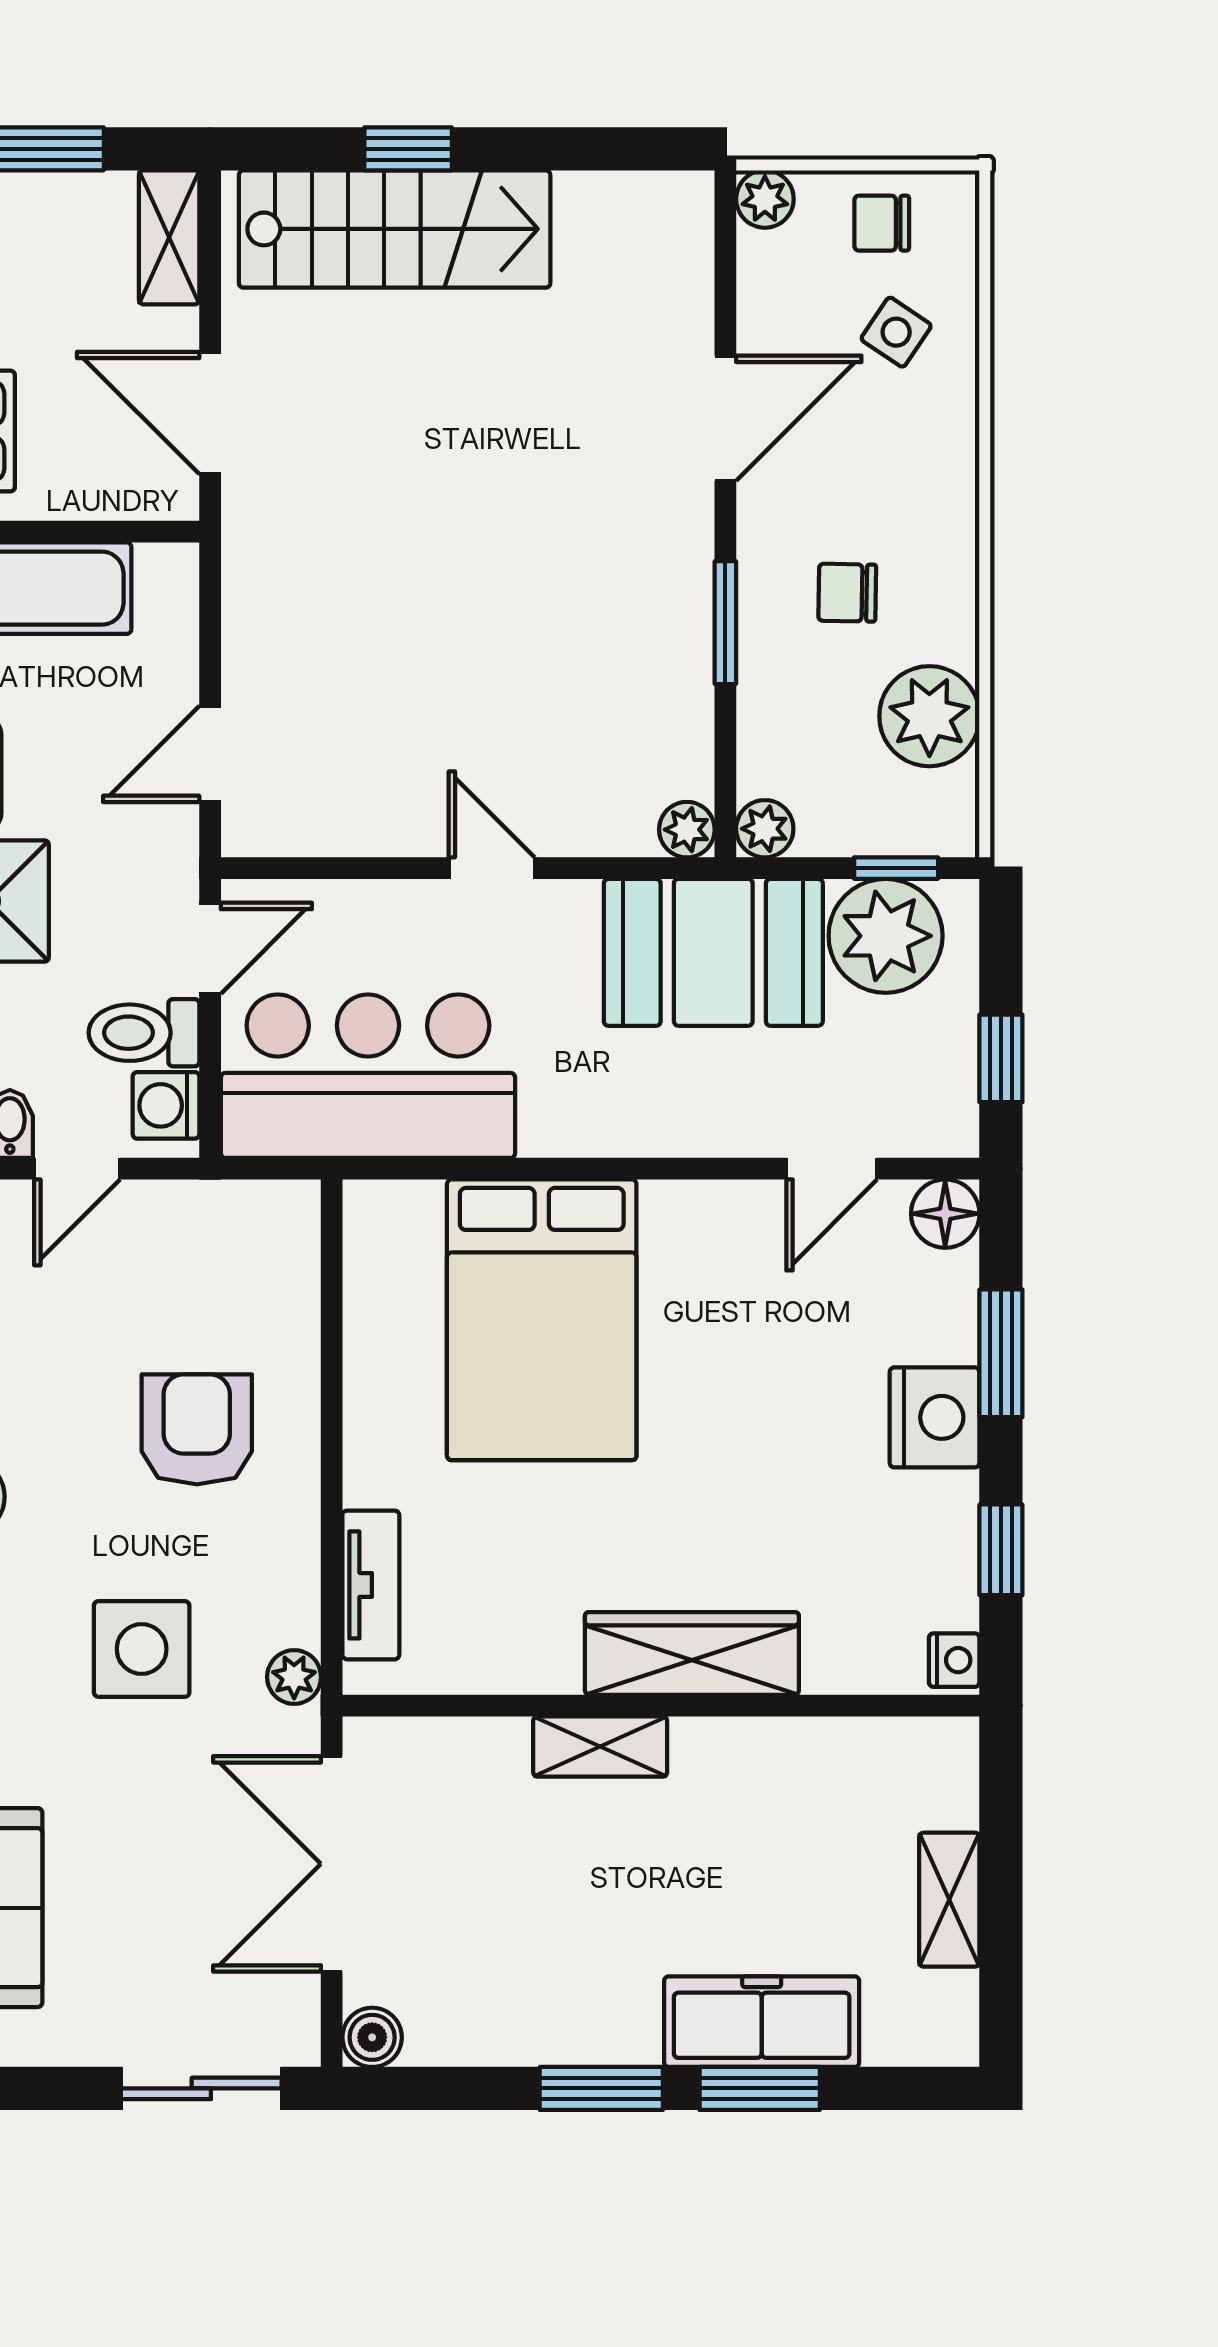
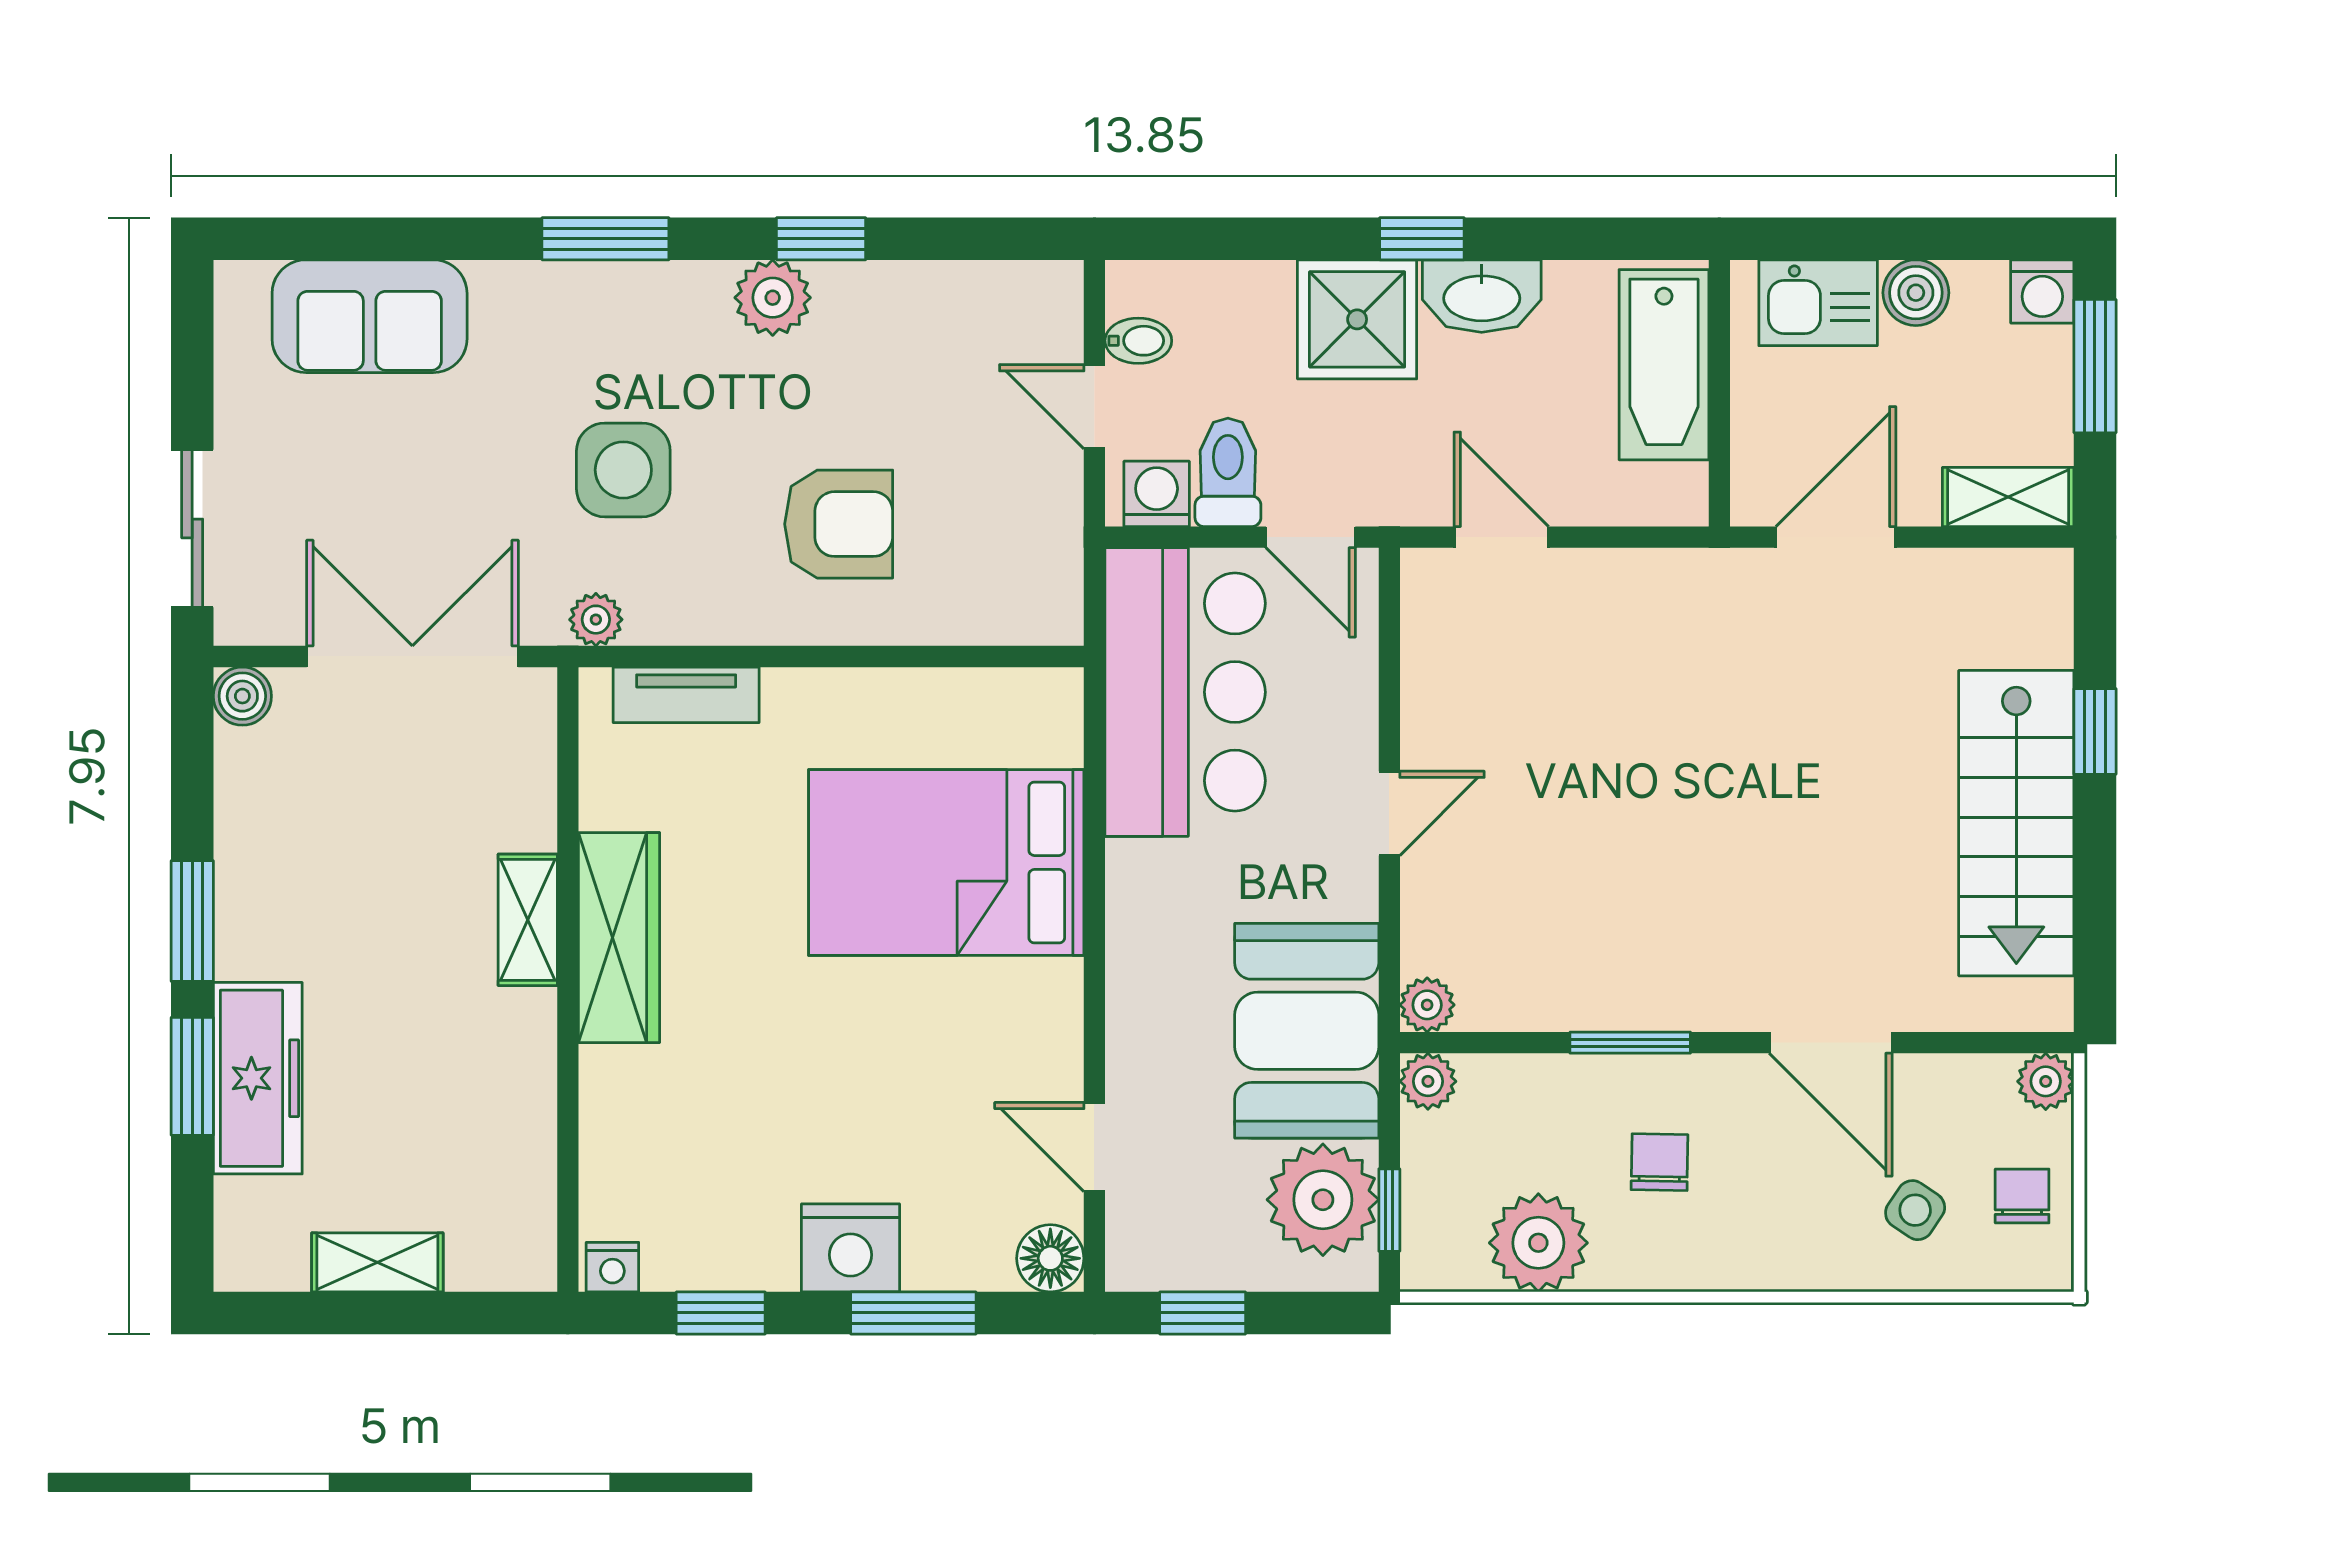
stairs: (395, 229) -> (2016, 823), moved
wardrobe: (692, 1653) -> (619, 938), moved

